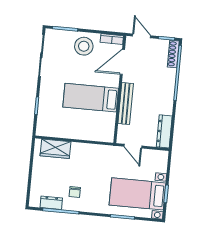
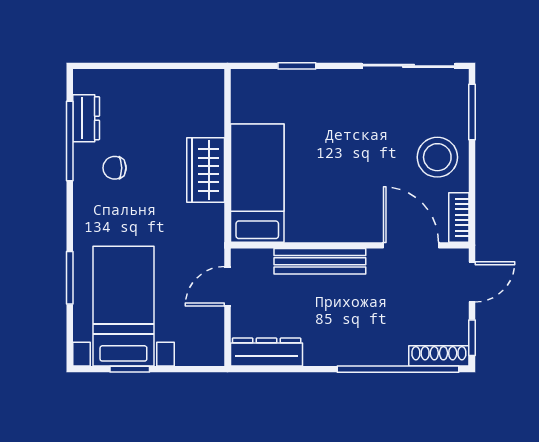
bed: (91, 98) -> (257, 183), moved
wardrobe: (56, 149) -> (206, 170), moved

